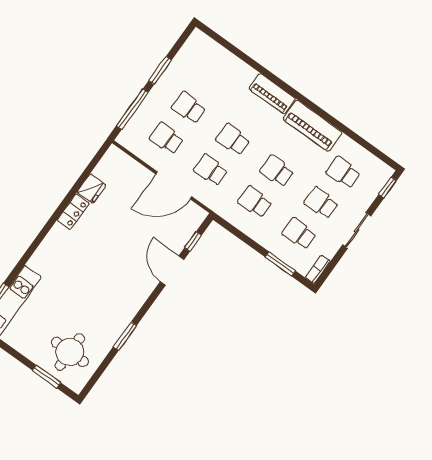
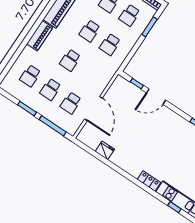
school desk: (211, 170) -> (30, 76), moved
door: (174, 185) -> (93, 109), moved
locker: (73, 212) -> (149, 181), moved

